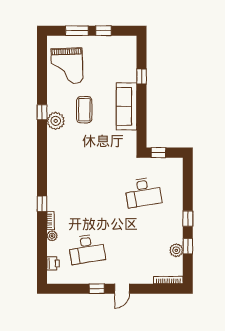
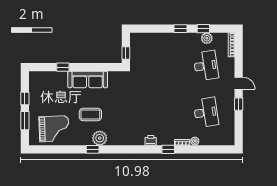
desk: (143, 192) -> (206, 66), moved
printer: (53, 263) -> (151, 140), moved

